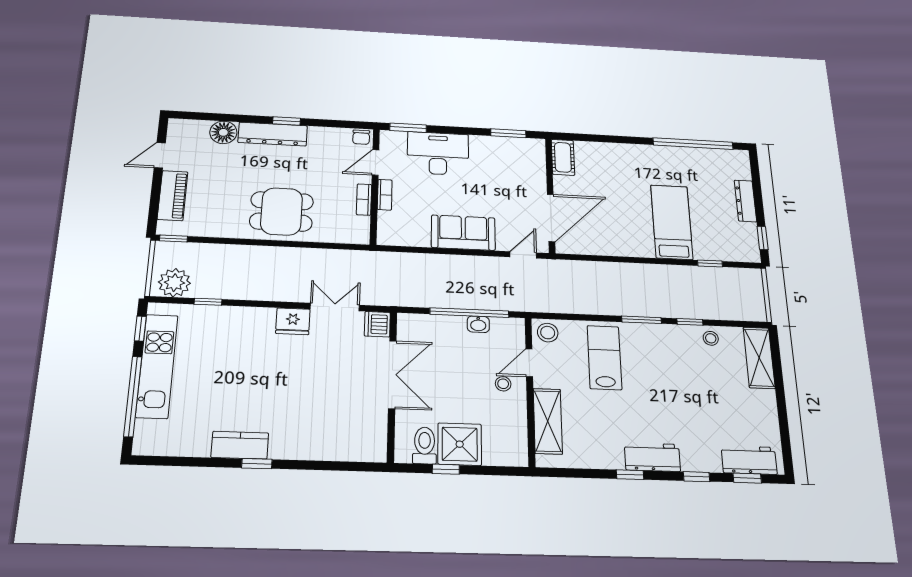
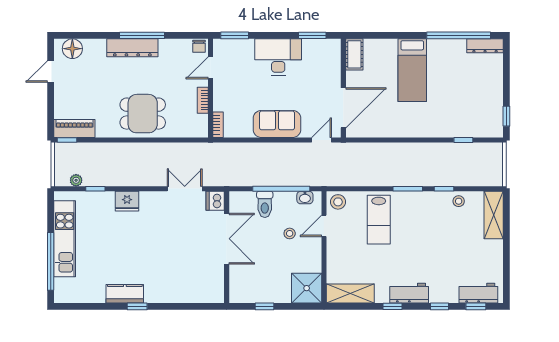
window: (286, 121) -> (142, 35), width x2.17
floor lamp: (223, 132) -> (72, 49), moved
desk: (438, 153) -> (278, 57), moved
bookcase: (385, 195) -> (218, 125), moved
piano: (173, 196) -> (74, 128), moved, turned -90
dresser: (745, 201) -> (485, 46), moved, turned -90
bed: (672, 222) -> (412, 70), moved, turned 180
plant: (174, 283) -> (76, 180), width x0.53, depth x0.53
fridge: (293, 321) -> (127, 201), moved
washbasin: (478, 324) -> (305, 198), moved
window: (140, 329) -> (51, 211), removed
lab bench: (604, 357) -> (379, 220), turned 180
stool: (503, 384) -> (290, 233), moved
shelving: (548, 421) -> (350, 293), moved, turned 90
shower: (460, 444) -> (307, 288), moved
toilet: (425, 445) -> (265, 204), moved, turned 180

